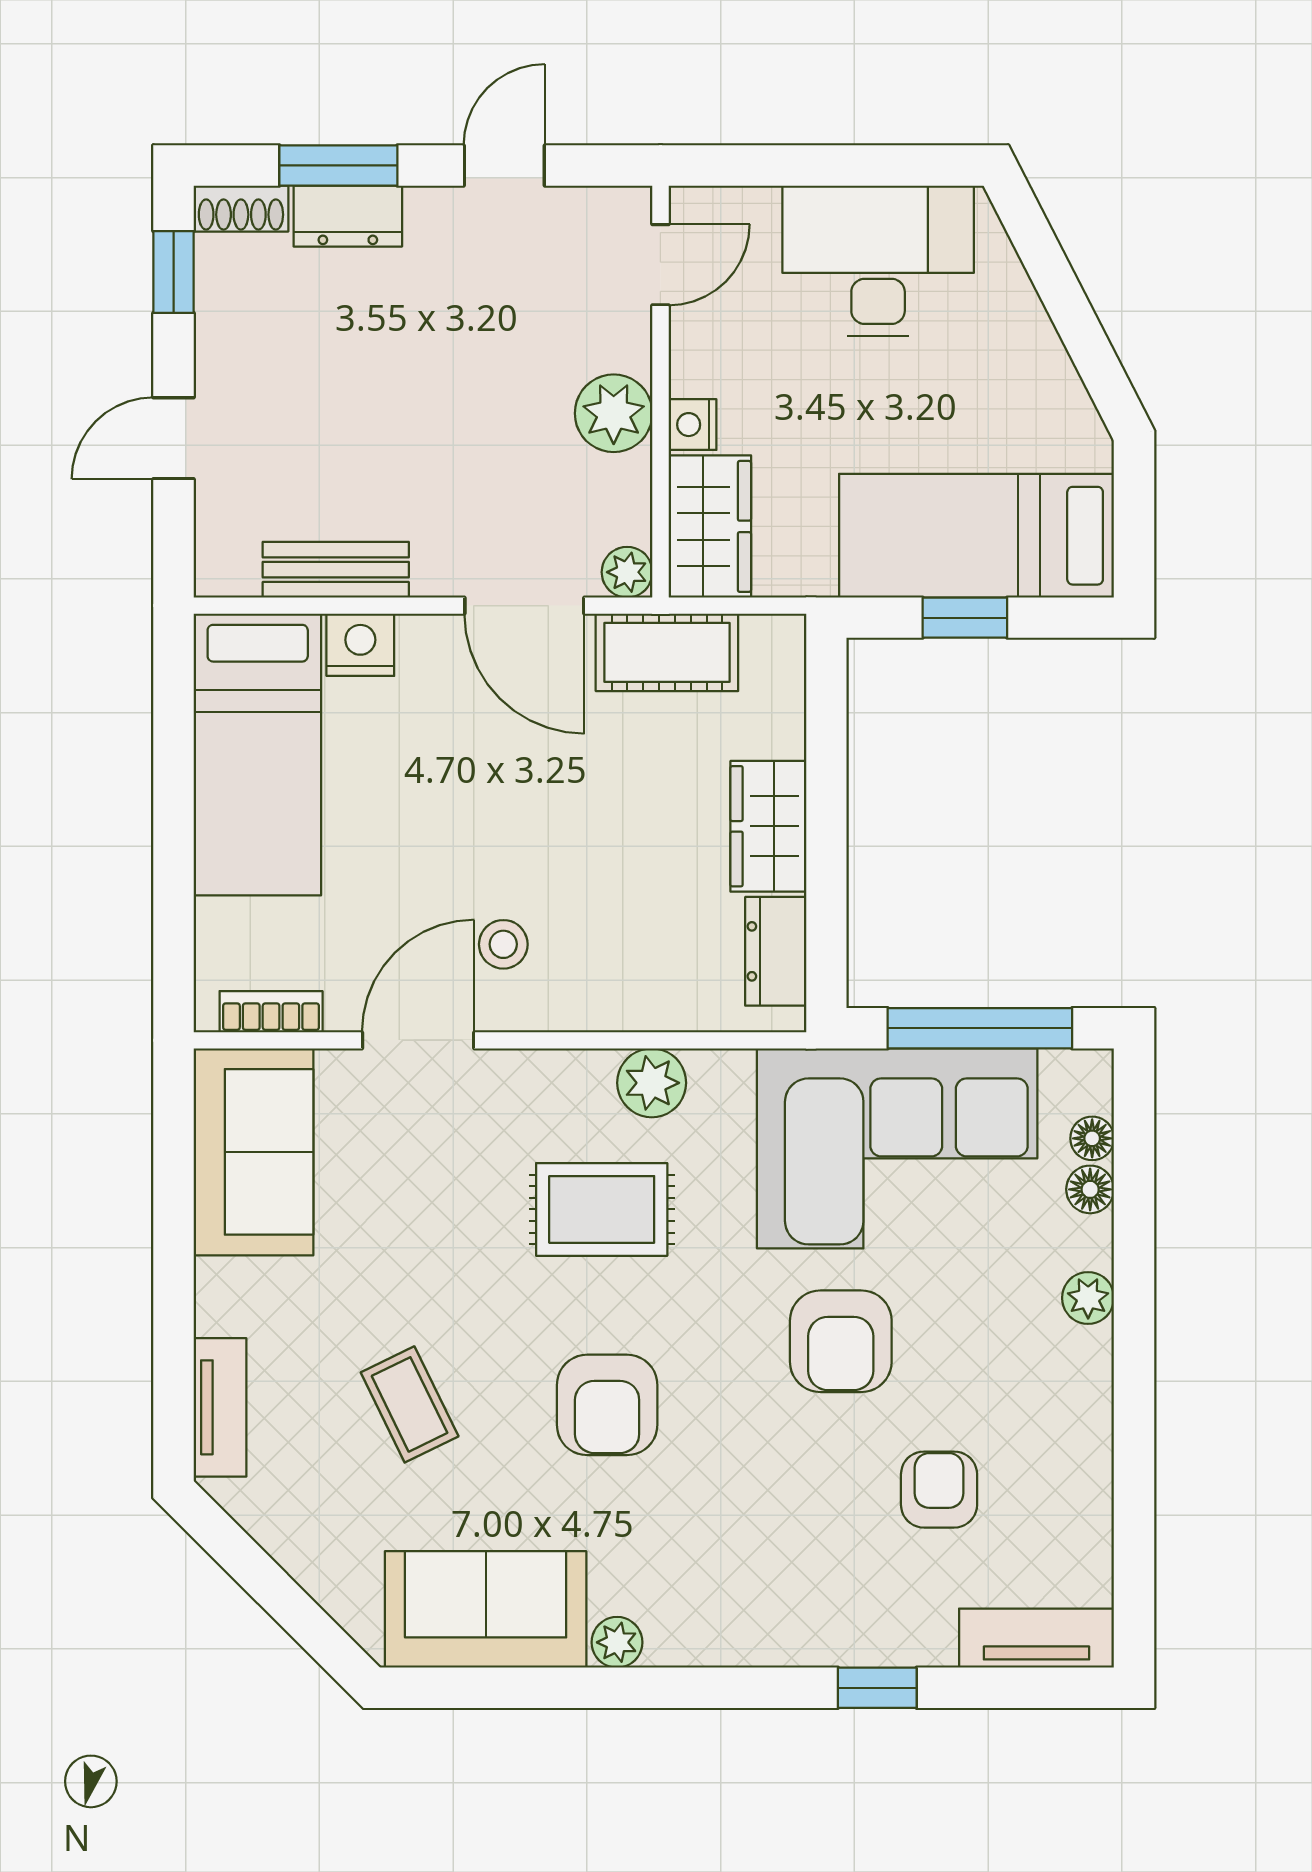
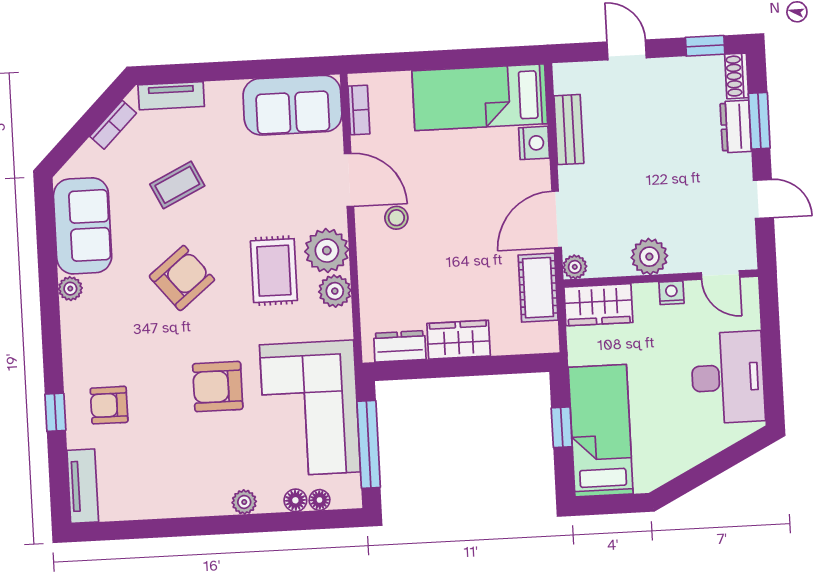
nightstand: (692, 425) -> (671, 293), moved
plant: (565, 1095) -> (327, 251), added
armchair: (607, 1405) -> (182, 278), turned 141
armchair: (939, 1490) -> (109, 405), moved, turned 180
bookcase: (275, 1534) -> (113, 125), added

